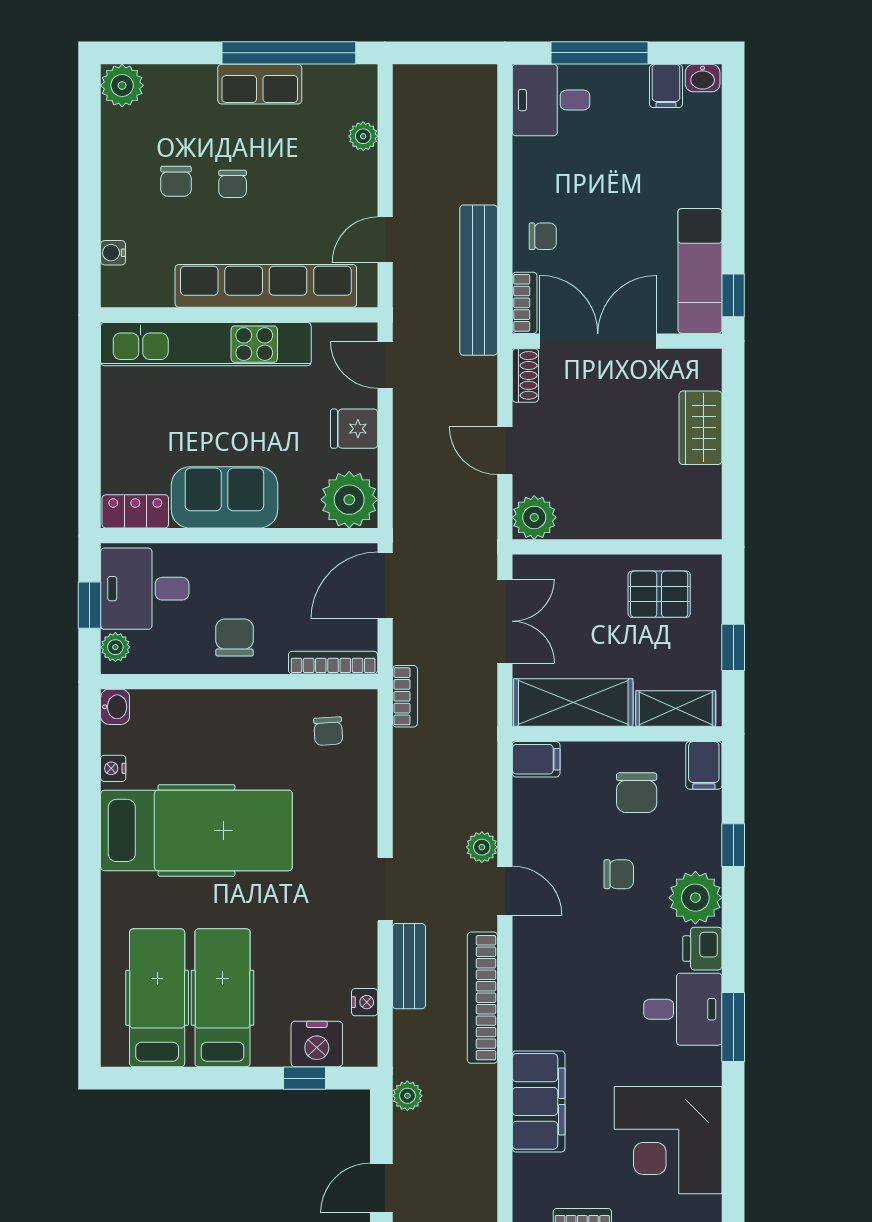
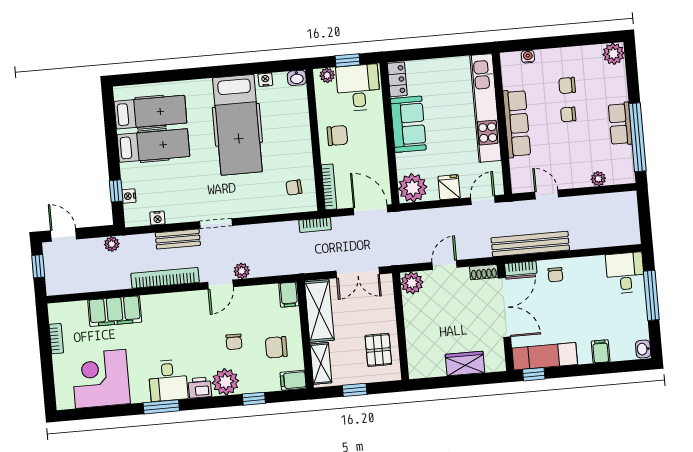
filing cabinet: (666, 86) -> (601, 351), moved, turned 90
row of seats: (266, 286) -> (517, 124), width x0.73
nightstand: (317, 1044) -> (129, 196), width x0.53, depth x0.56

